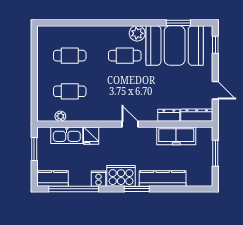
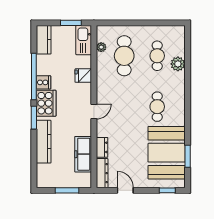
plant: (137, 33) -> (178, 64), moved
door: (215, 90) -> (125, 190), swing flipped
cafe table: (70, 91) -> (124, 56), width x1.37, depth x1.35
kitchen sink: (67, 135) -> (84, 40), moved
window: (74, 189) -> (34, 76), moved

